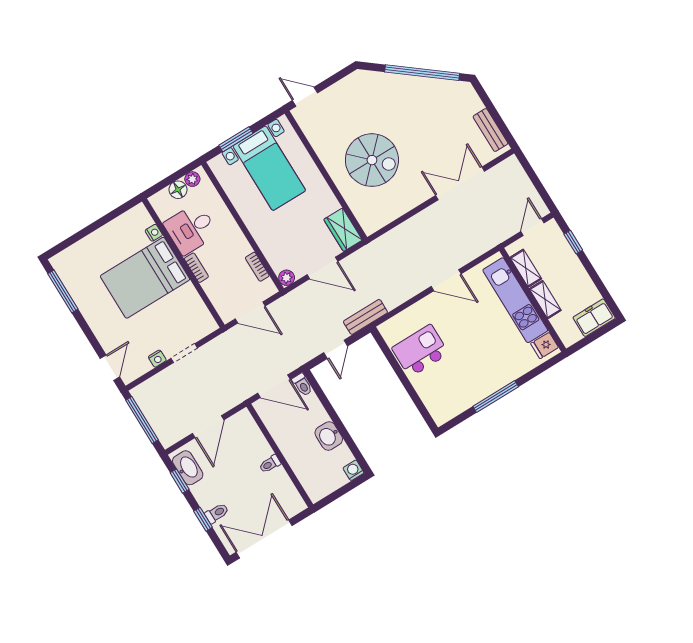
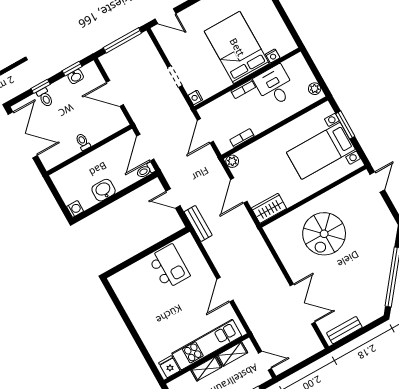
floor lamp: (178, 190) -> (307, 77), removed
nightstand: (157, 359) -> (195, 97), moved
window: (496, 397) -> (130, 326), removed
washbasin: (188, 468) -> (76, 77), width x0.52, depth x0.69

